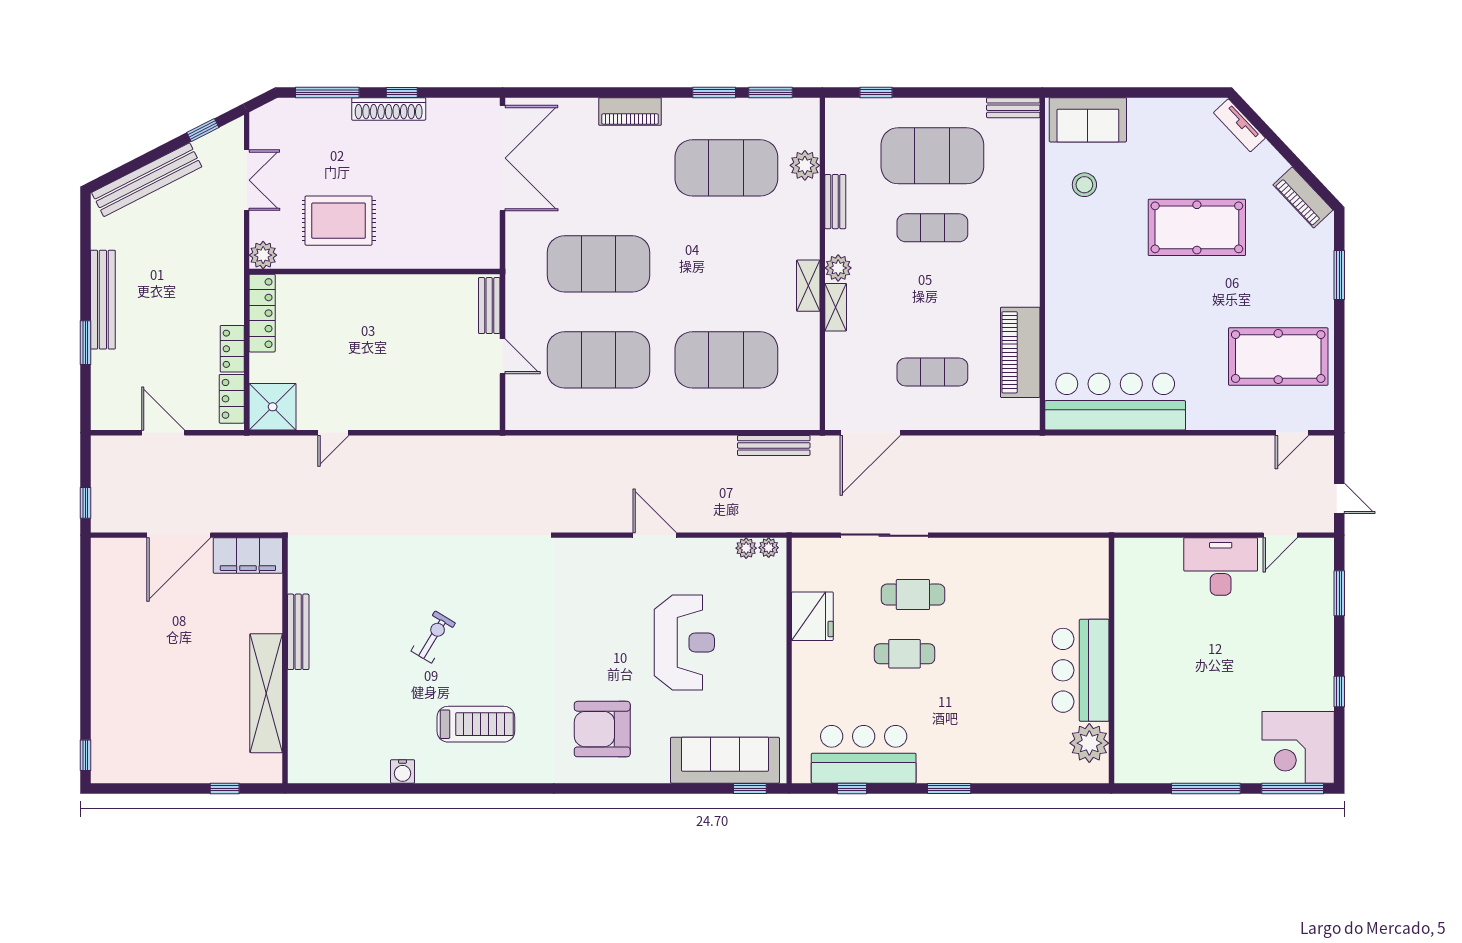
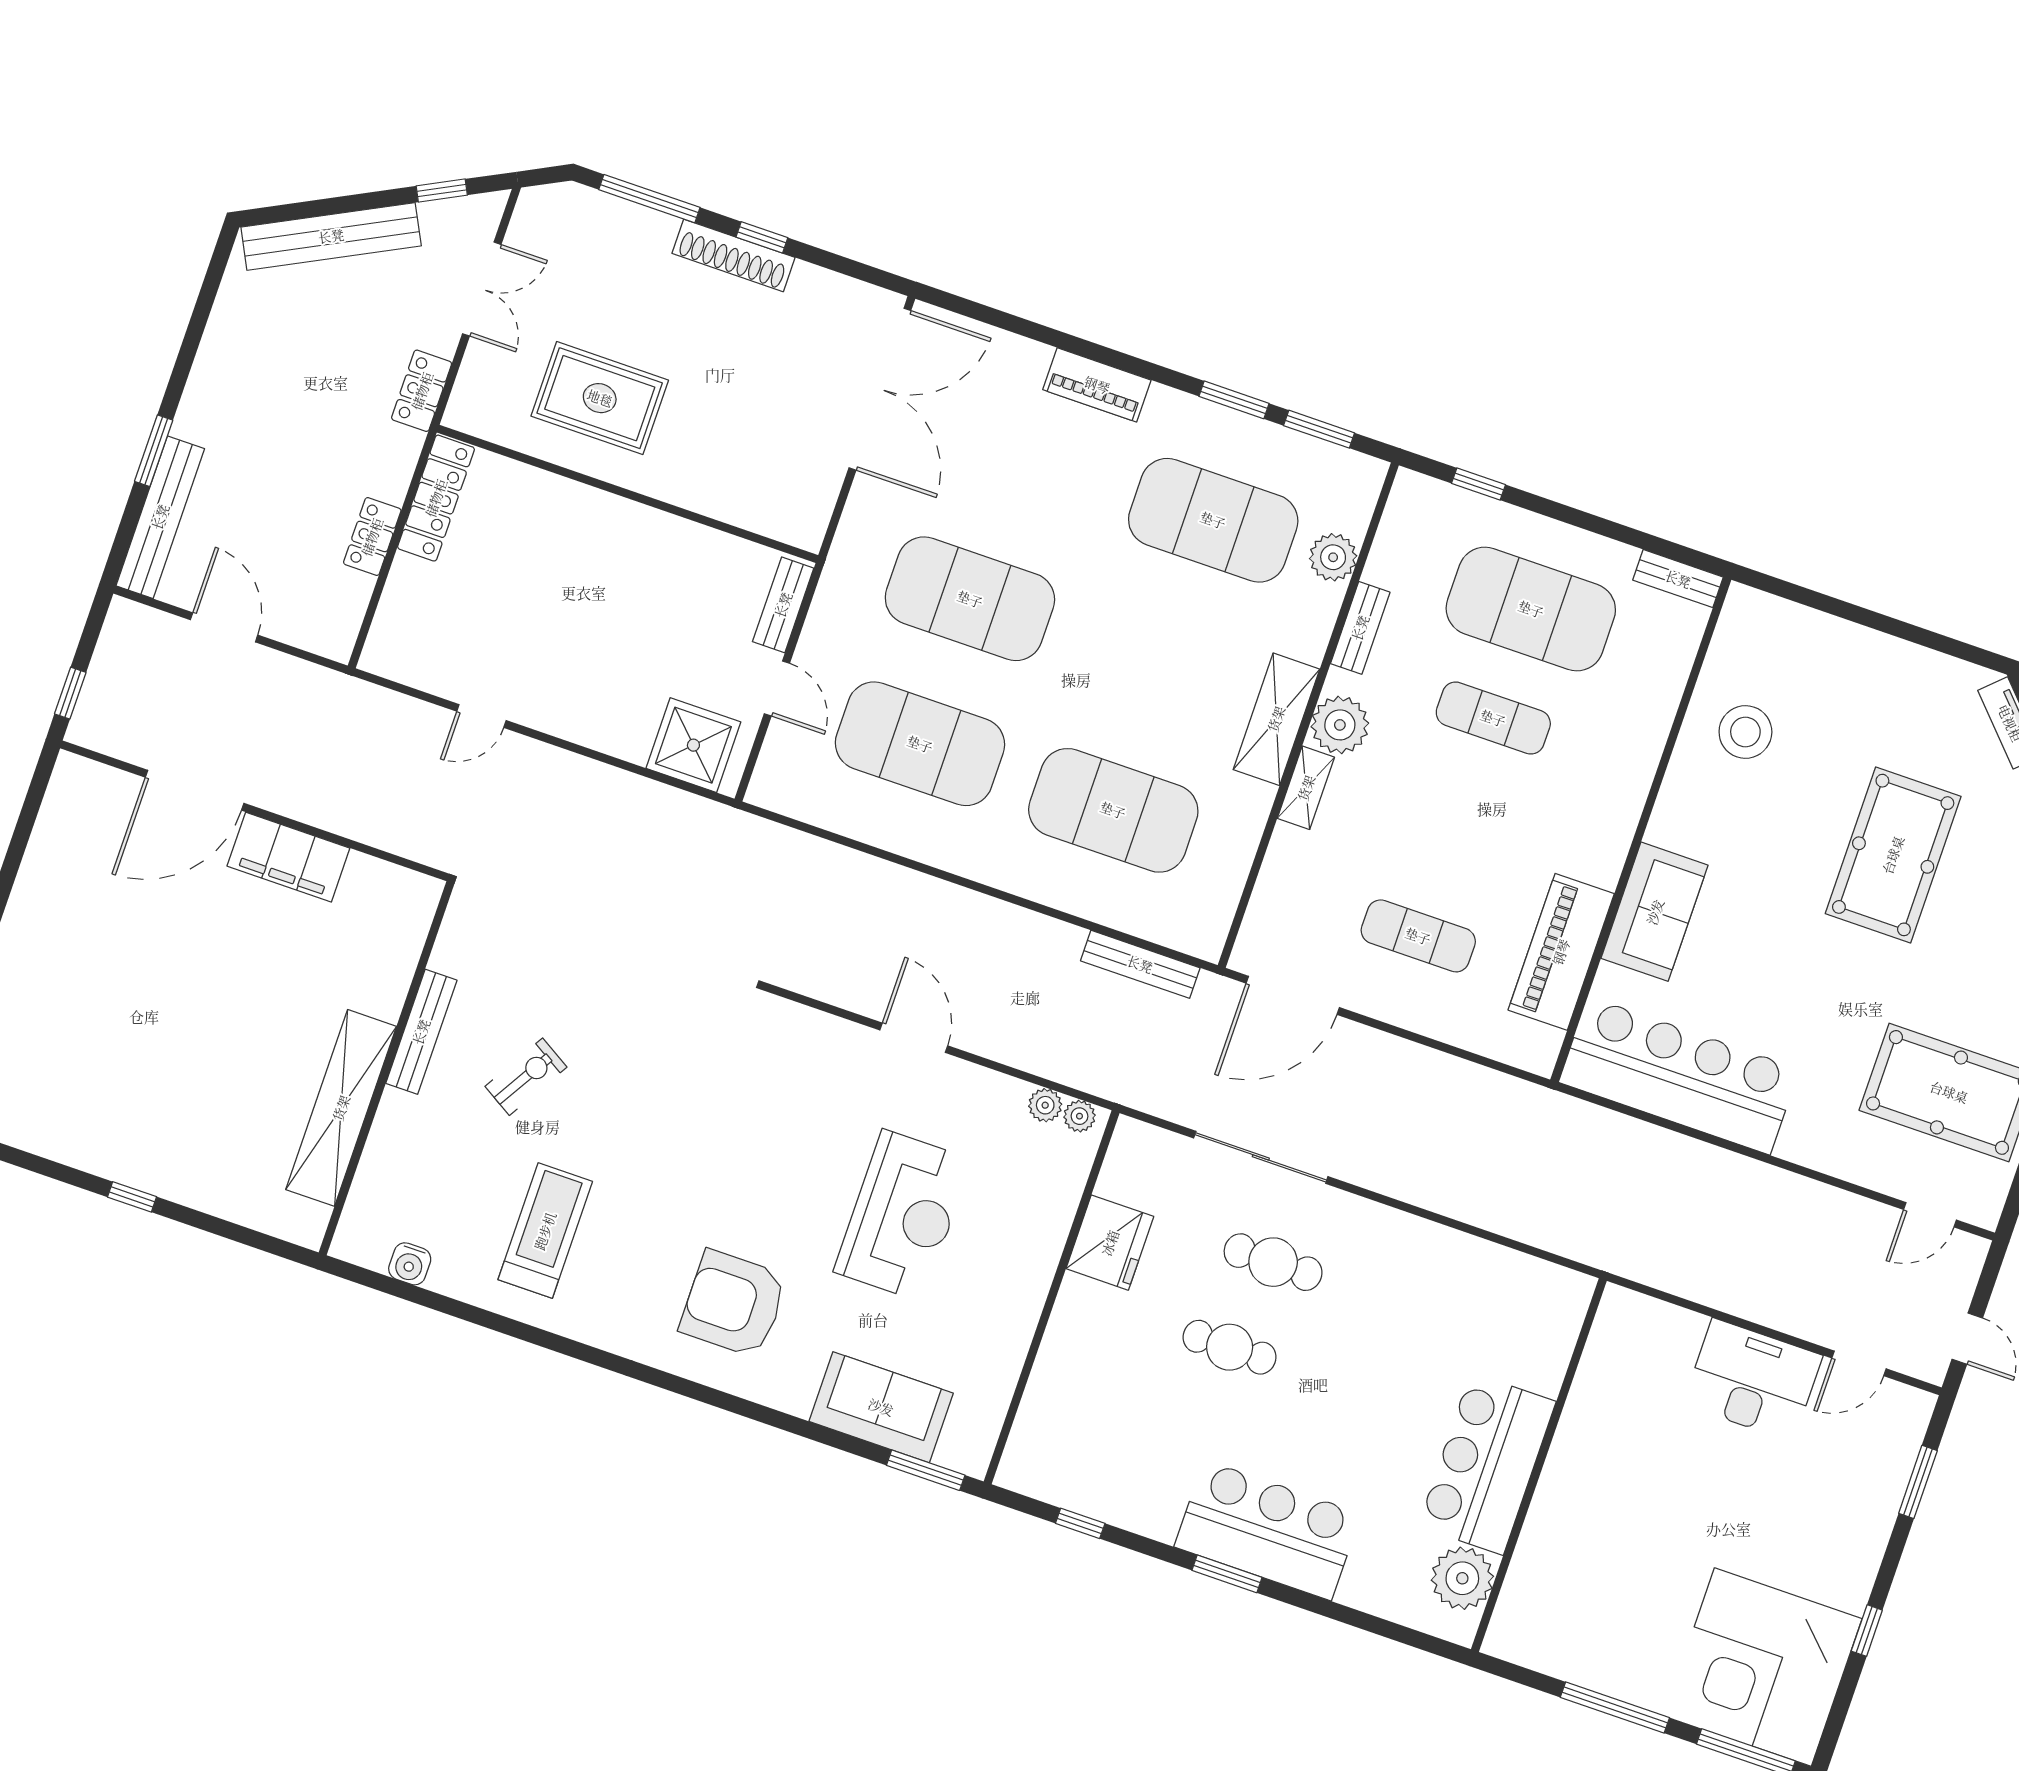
sofa: (1088, 120) -> (1655, 912), moved, turned -90
stool: (1084, 185) -> (1745, 732), width x1.38, depth x1.38
pool table: (1197, 227) -> (1893, 855), turned 90
plant: (263, 255) -> (468, 411), removed
plant: (838, 268) -> (1340, 725), width x1.36, depth x1.36
shelving: (808, 286) -> (1276, 719), width x1.50, depth x1.33
bench: (103, 300) -> (160, 517), moved
locker: (232, 399) -> (422, 391), moved
shower: (273, 407) -> (693, 745), moved
bench: (298, 632) -> (421, 1032), moved
wall: (285, 660) -> (387, 1068), moved
shelving: (266, 693) -> (341, 1108), moved
treadmill: (476, 724) -> (545, 1231), turned -90
corner desk: (1298, 747) -> (1763, 1667), width x1.36, depth x1.36
bar counter: (864, 754) -> (1268, 1530), moved
sofa: (725, 760) -> (881, 1407), width x0.73
window: (750, 788) -> (926, 1470), width x1.50

